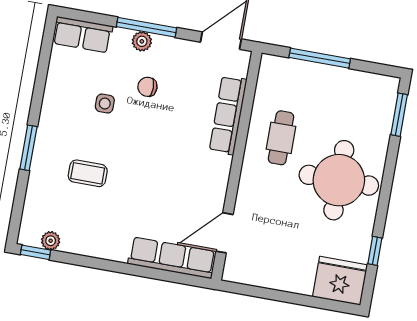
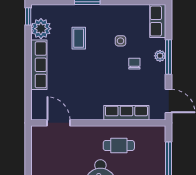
plant: (51, 241) -> (41, 29), width x1.88, depth x1.88
row of seats: (172, 258) -> (39, 65), moved

